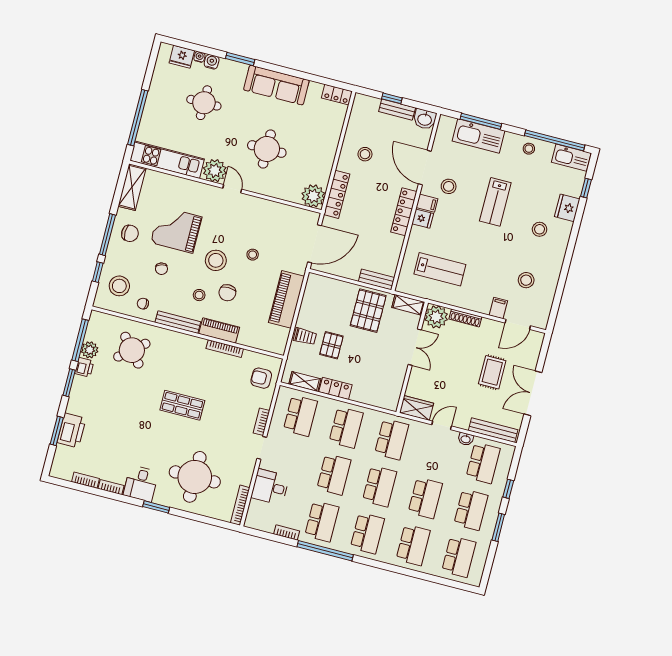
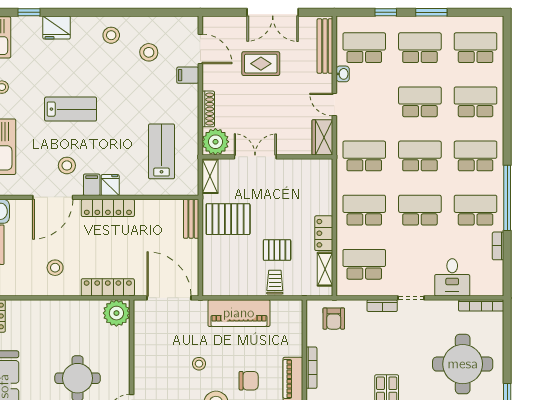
stool: (540, 229) -> (111, 35), moved

